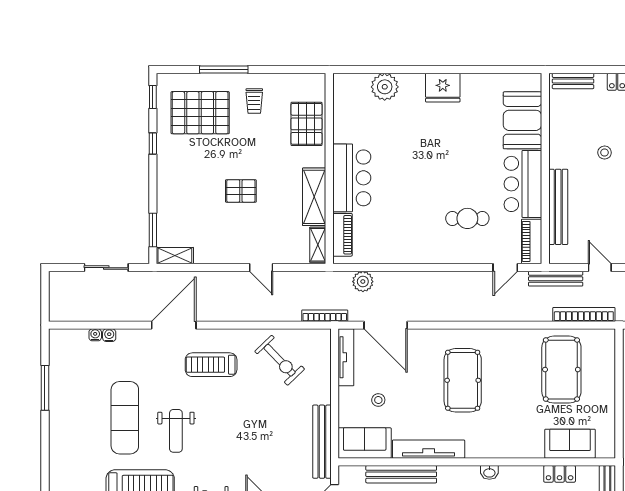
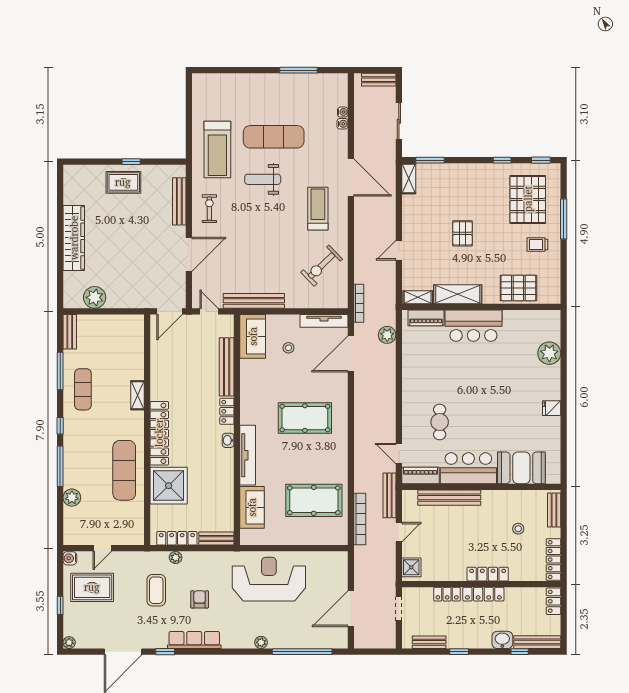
fridge: (443, 88) -> (552, 408), width x0.53, depth x0.75
stool: (605, 153) -> (518, 529), moved
bench: (56, 292) -> (379, 80), added
tv unit: (429, 449) -> (248, 455), moved
locker: (560, 474) -> (227, 411), moved

